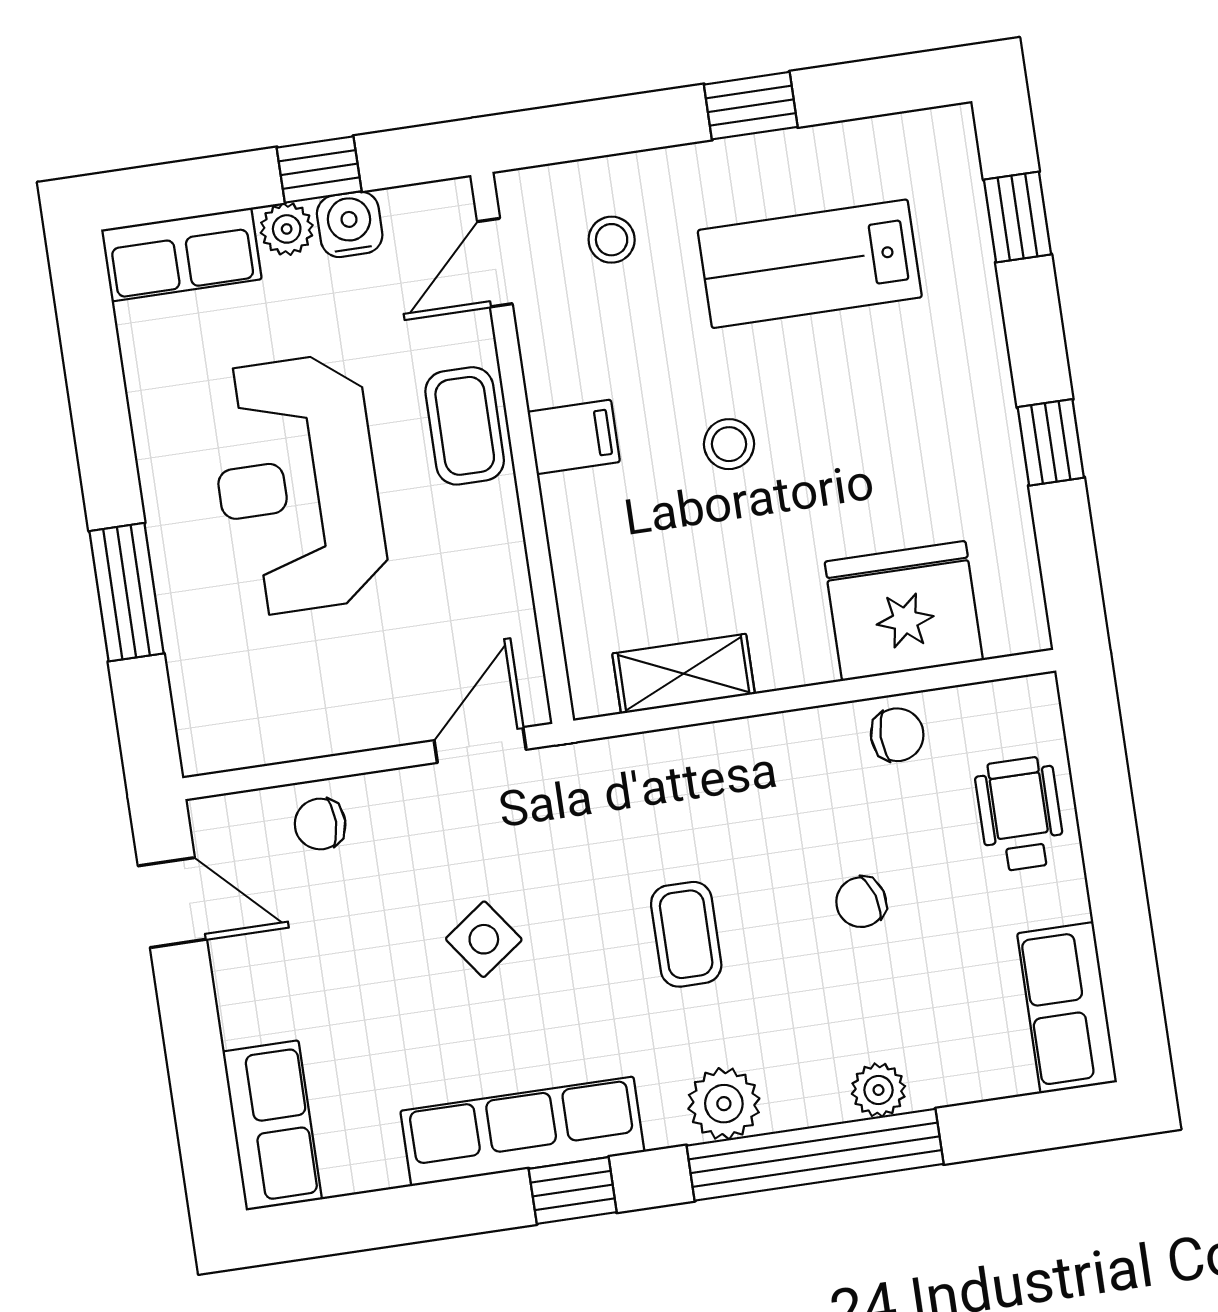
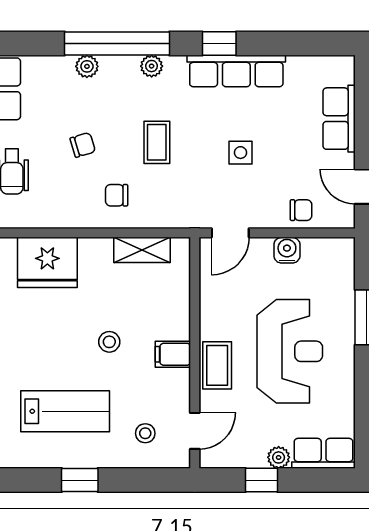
water cooler: (350, 224) -> (287, 250), moved, turned 180
chair: (897, 735) -> (117, 195), moved
side table: (484, 939) -> (241, 153), turned 36
plant: (724, 1104) -> (152, 66), width x0.73, depth x0.73
row of seats: (272, 1125) -> (339, 119), moved

